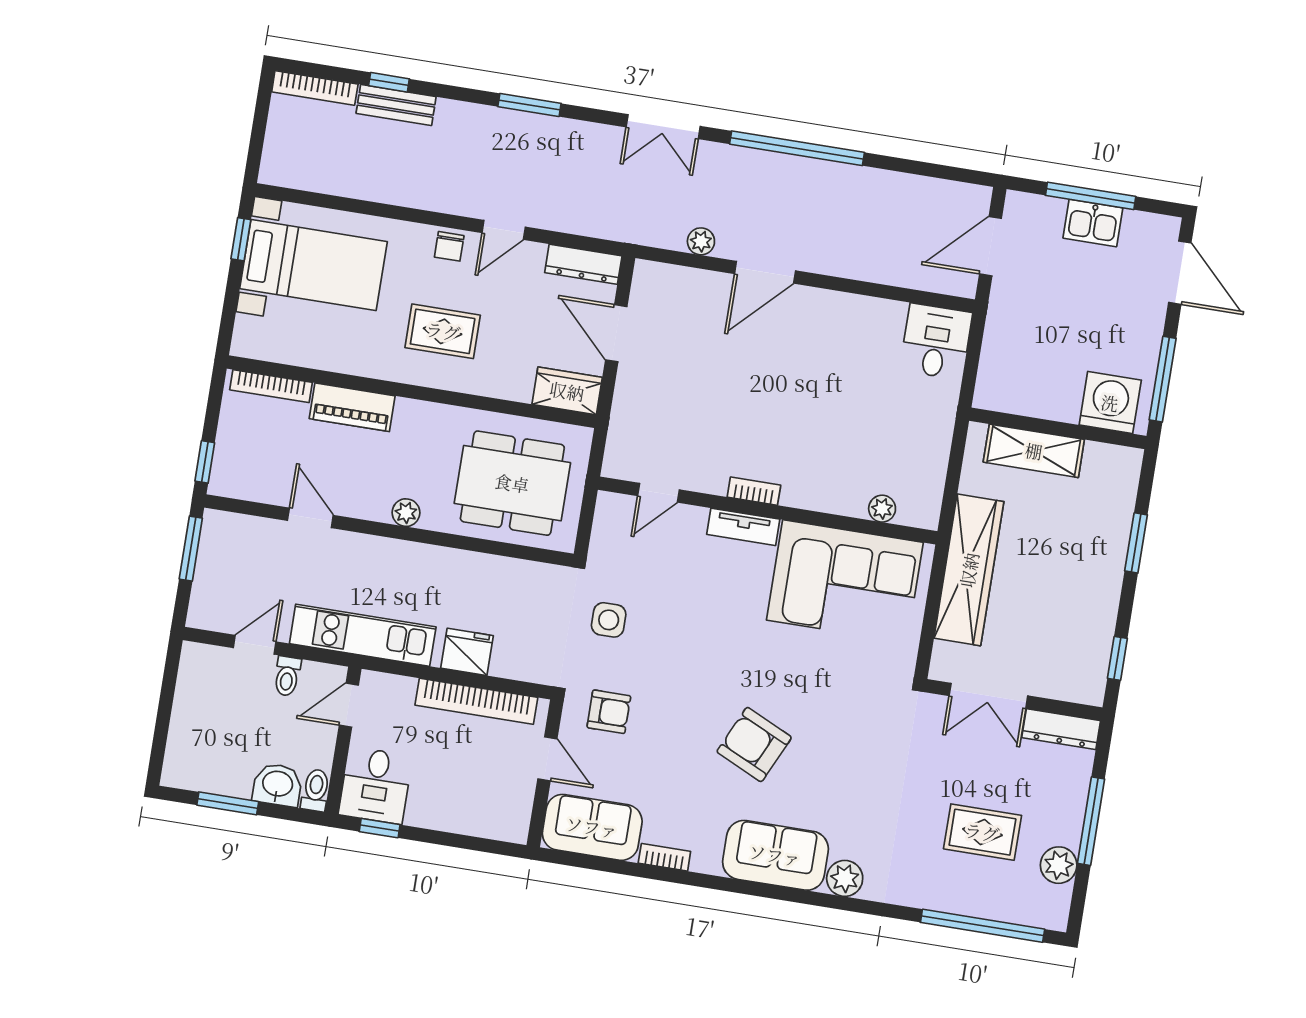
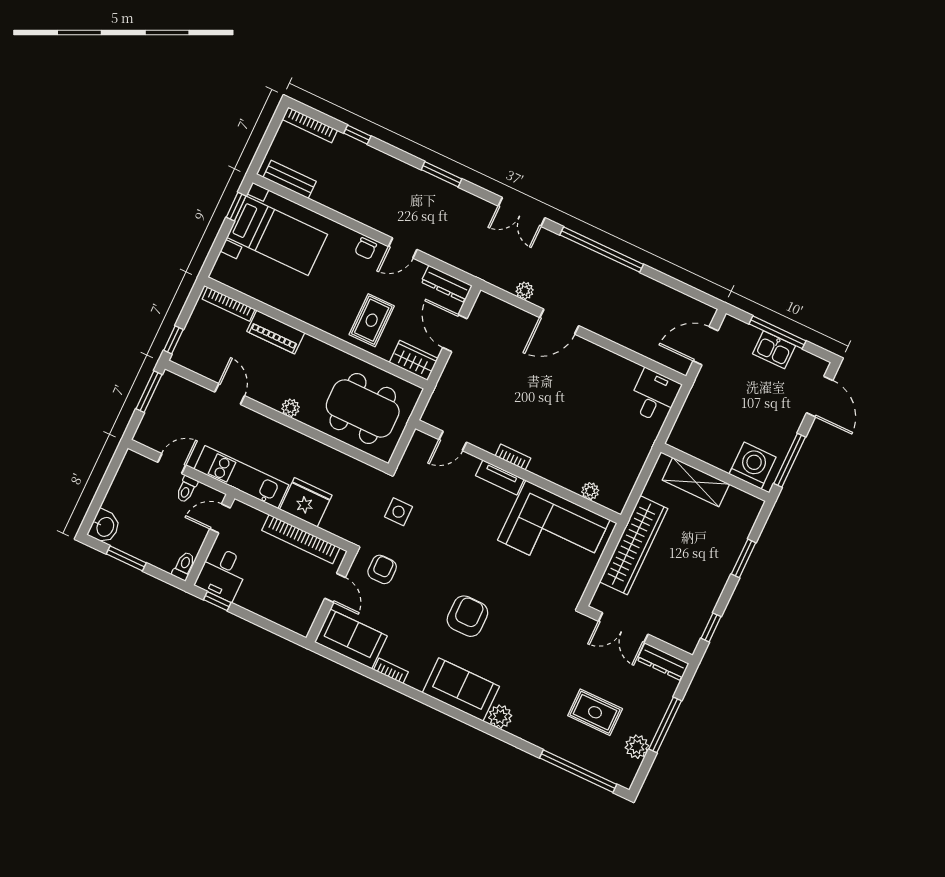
bench: (396, 105) -> (290, 179), moved
rug: (443, 331) -> (372, 320), moved, turned 90
fridge: (467, 652) -> (306, 502), width x1.36, depth x1.34
armchair: (609, 712) -> (382, 569), turned -90
armchair: (754, 744) -> (467, 616), turned 65
washbasin: (277, 785) -> (105, 527), moved, turned 90

